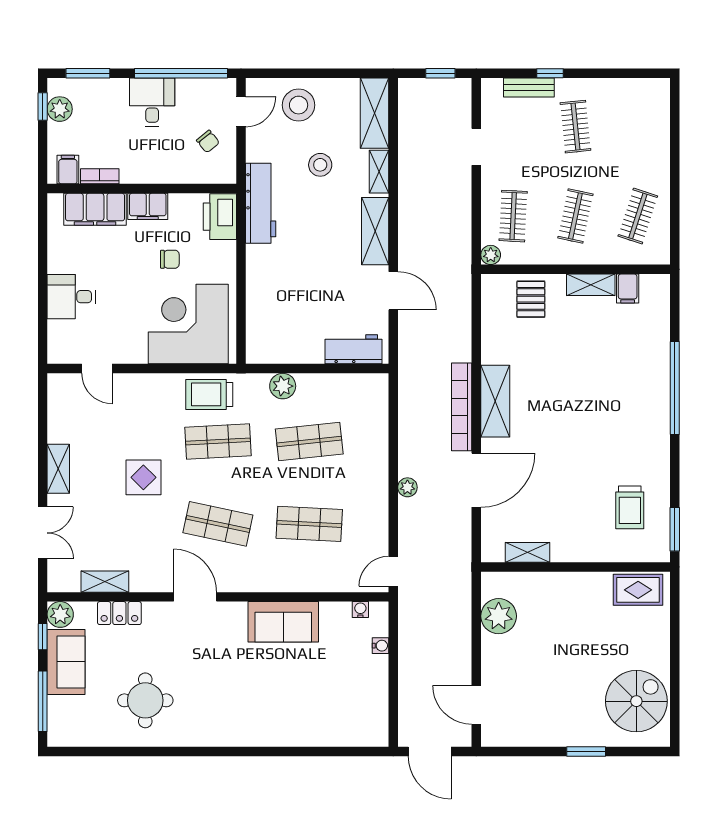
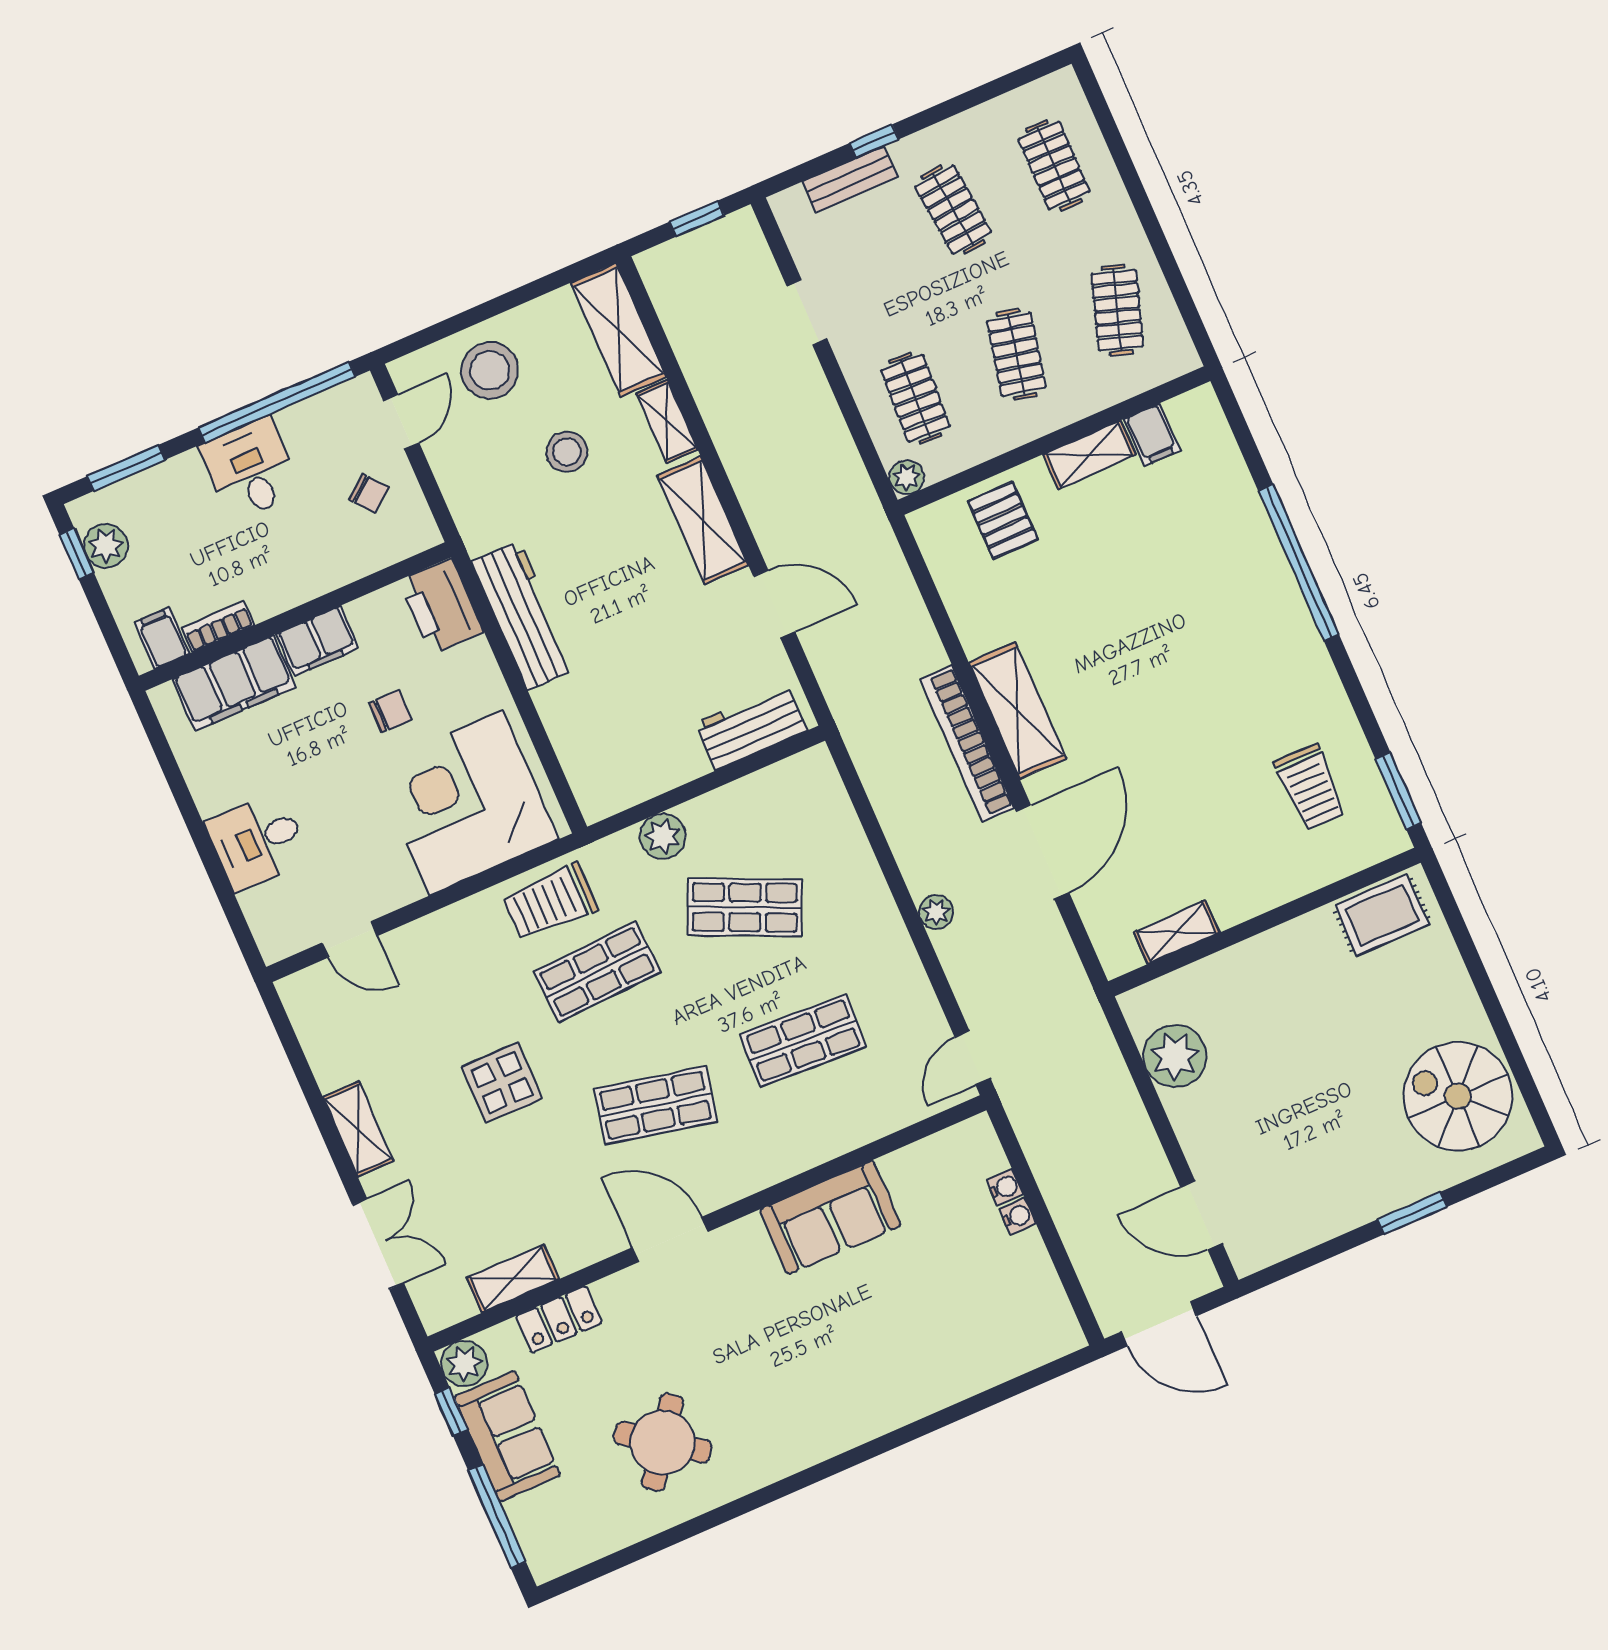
clothes rail: (638, 127) -> (1054, 165), added
workbench: (261, 203) -> (524, 615), moved
shop shelf: (309, 441) -> (745, 907), turned 30
water cooler: (360, 609) -> (1017, 1216), moved, turned 90
round table: (145, 700) -> (663, 1442), turned 36
spiral stairs: (636, 701) -> (1458, 1096), turned -90

